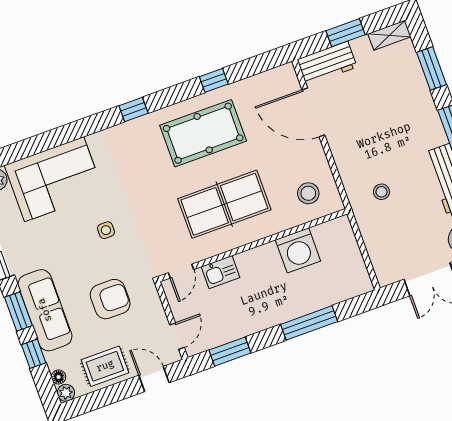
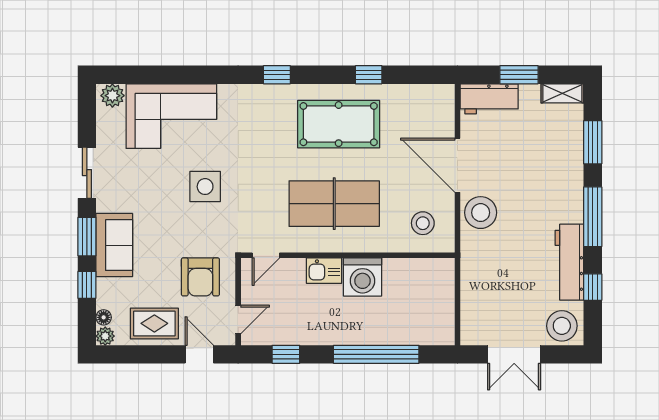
door: (313, 112) -> (457, 165), moved
stool: (381, 192) -> (481, 213), moved, width x1.89, depth x1.89
side table: (106, 230) -> (205, 187), width x1.87, depth x1.87
washing machine: (298, 250) -> (362, 277), moved
kitchen sink: (220, 272) -> (324, 271), moved
armchair: (110, 299) -> (200, 277), moved, turned 90
sofa: (45, 310) -> (114, 245), width x0.73
window: (309, 323) -> (376, 354), width x1.46
window: (230, 352) -> (286, 354), width x0.67

